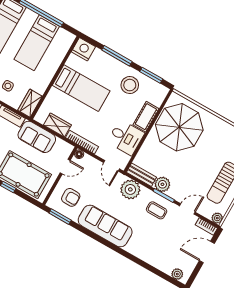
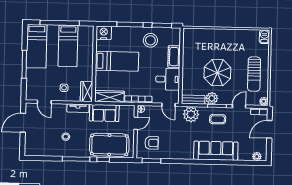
wardrobe: (57, 125) -> (109, 96), width x1.50
parasol: (179, 127) -> (217, 73), moved, width x0.73, depth x0.73
sofa: (105, 226) -> (216, 151), moved

